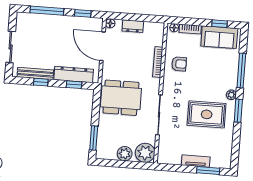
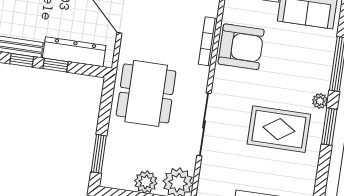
armchair: (179, 64) -> (241, 47), width x1.88, depth x1.88
window: (74, 85) -> (55, 65), moved
dining table: (121, 98) -> (146, 93), turned 90

